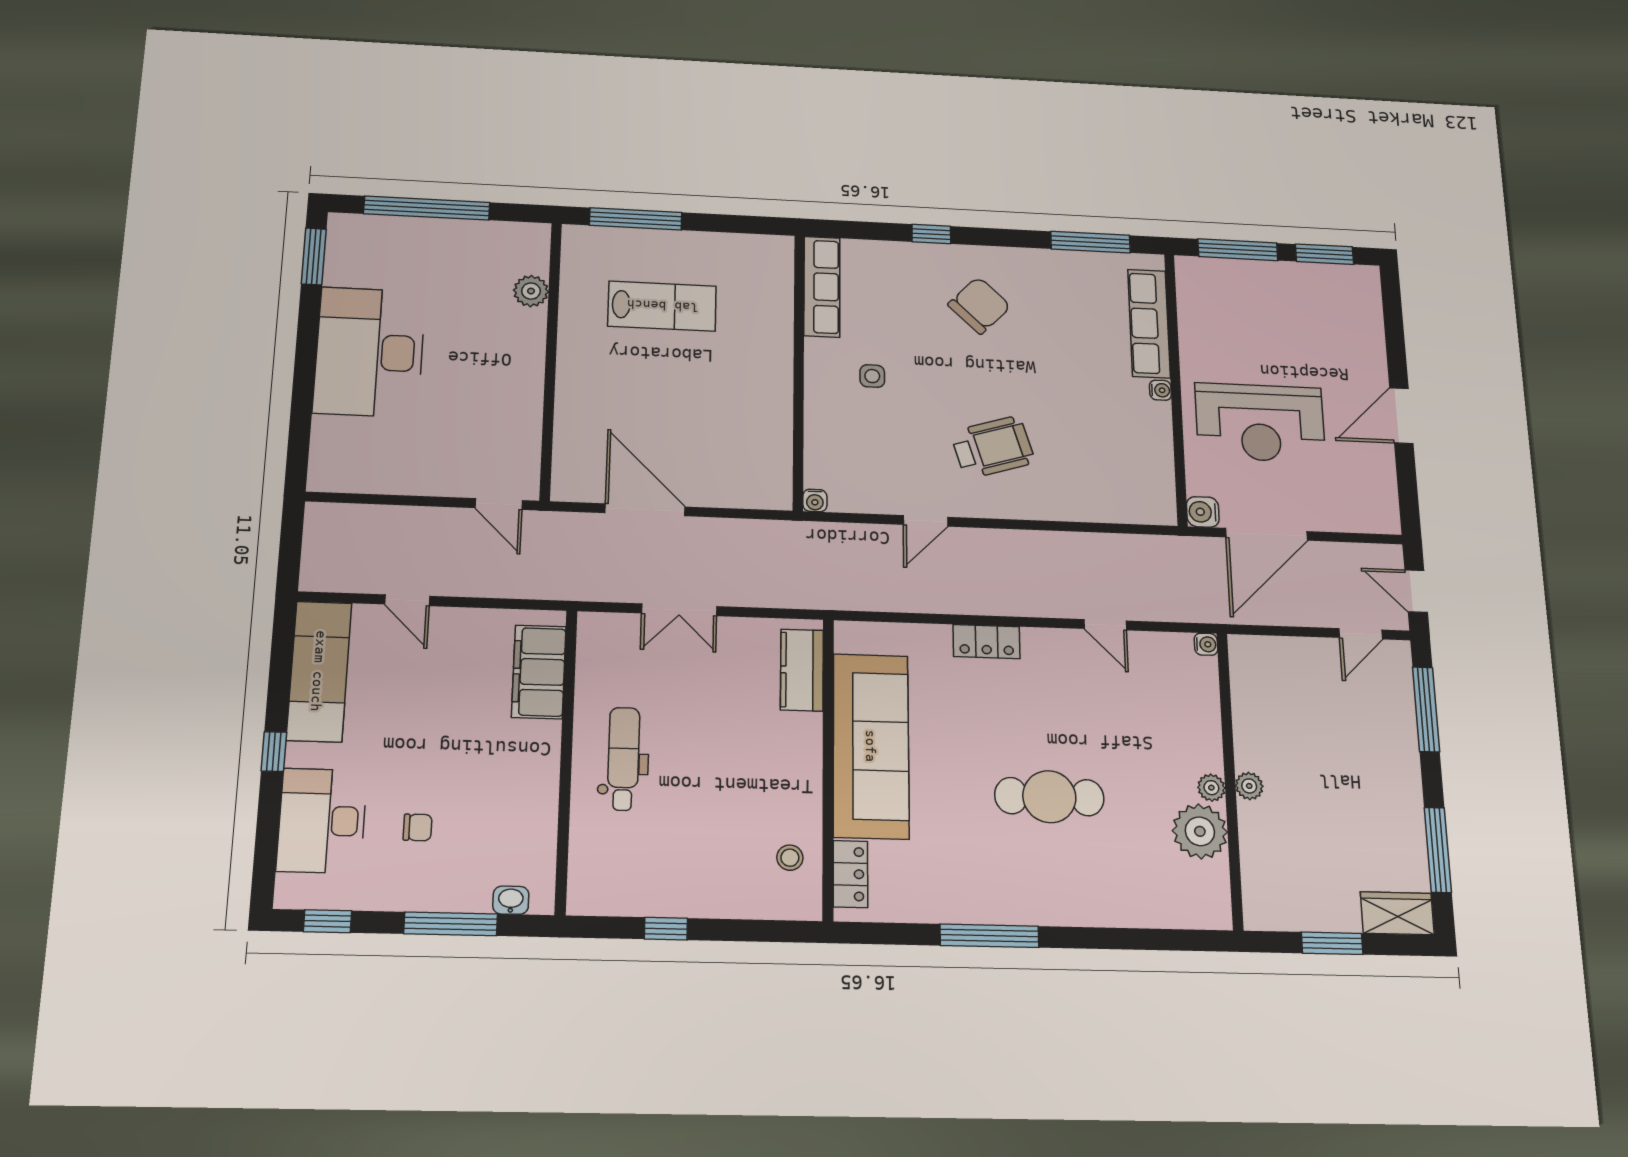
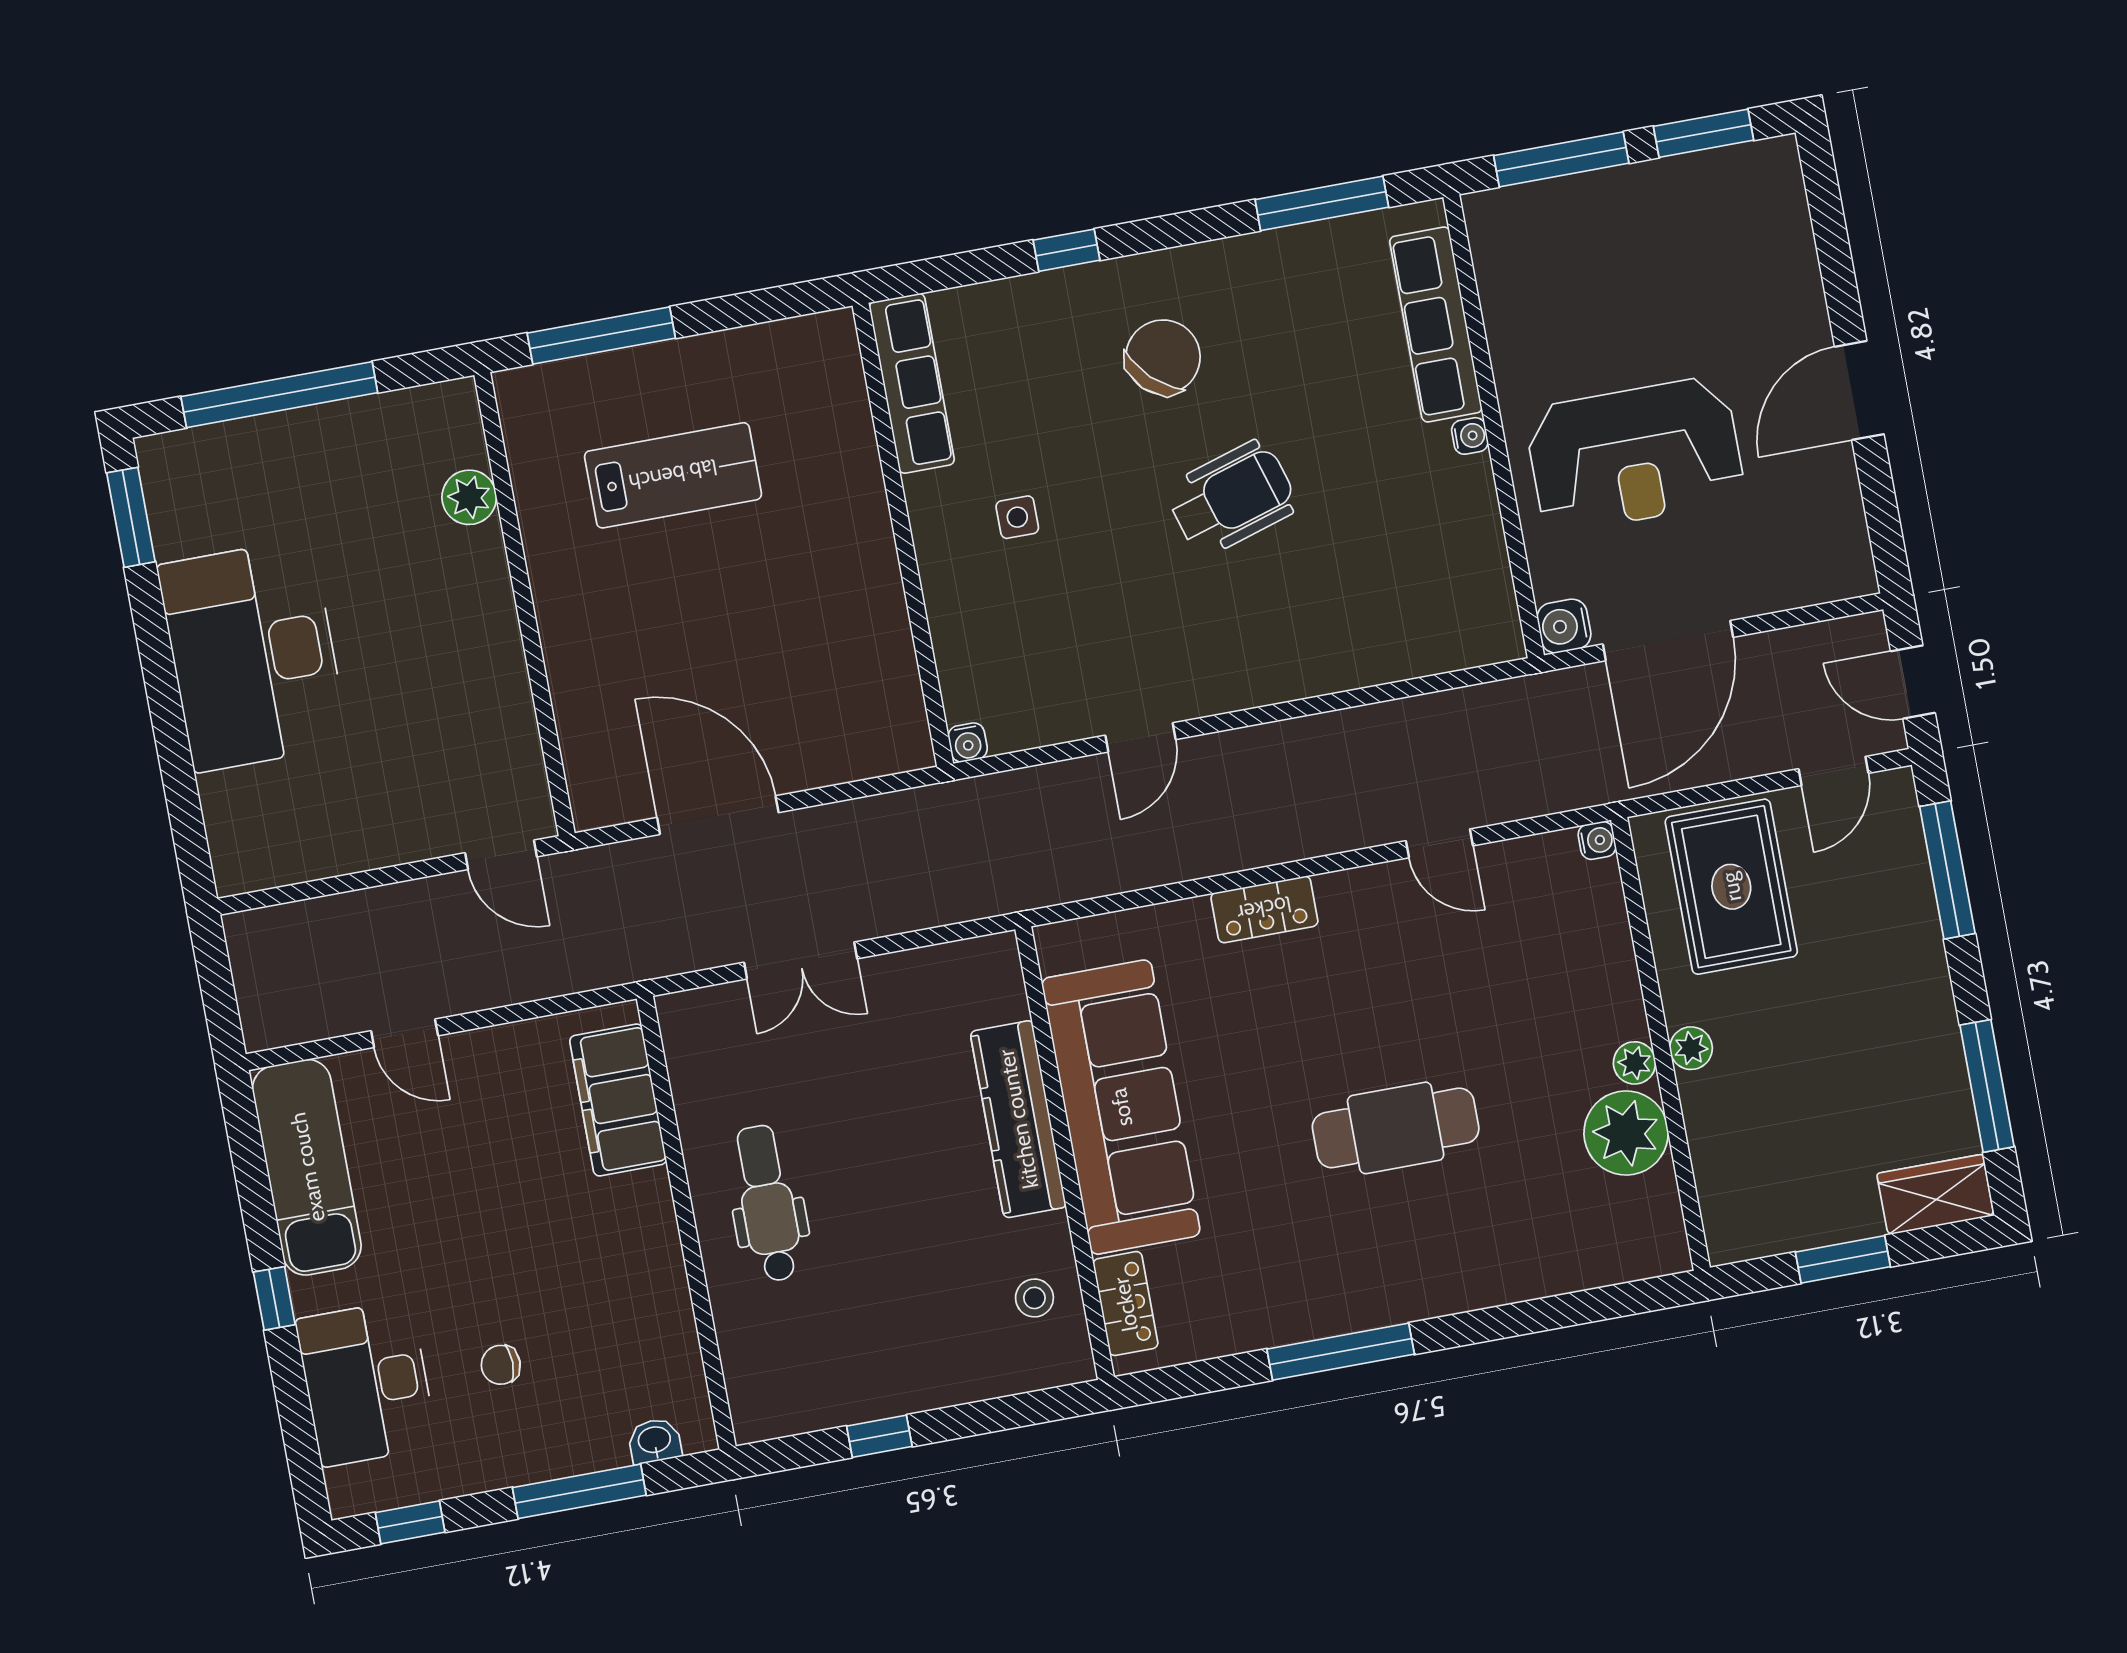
wheelchair: (993, 447) -> (1232, 498), moved
kitchen counter: (802, 670) -> (1018, 1119), moved, width x1.50
rug: (1288, 691) -> (1731, 887), added
chair: (417, 827) -> (501, 1365), turned 180

